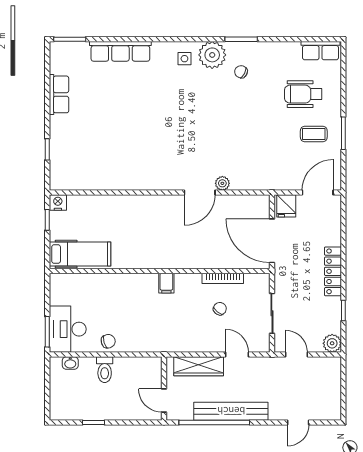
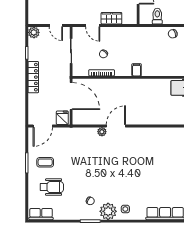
wardrobe: (199, 366) -> (111, 18), width x0.67
toilet: (105, 370) -> (157, 16), moved

